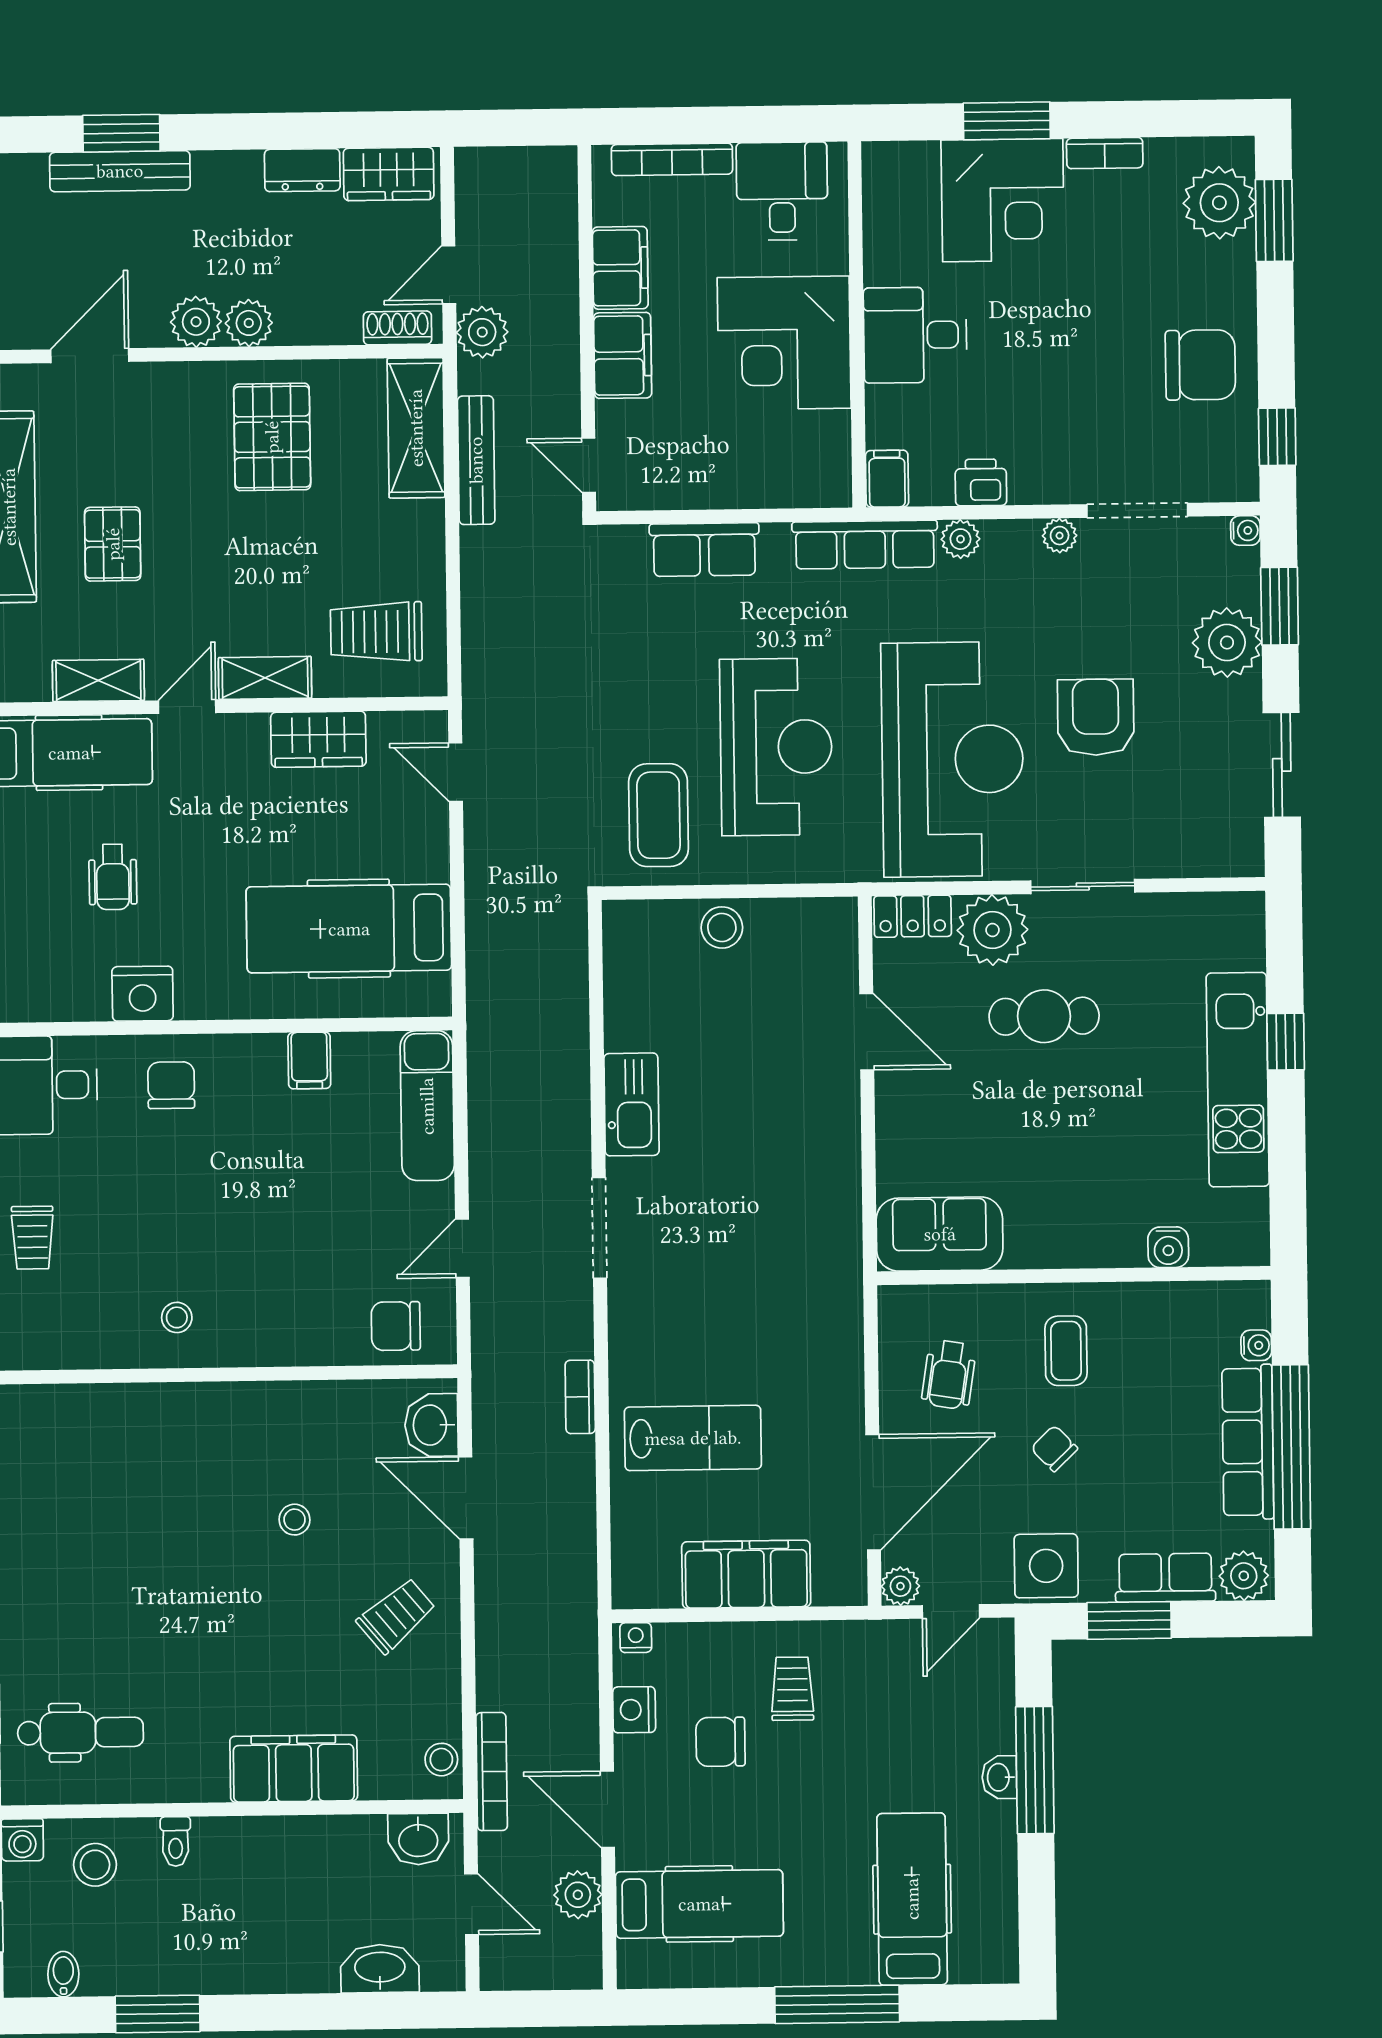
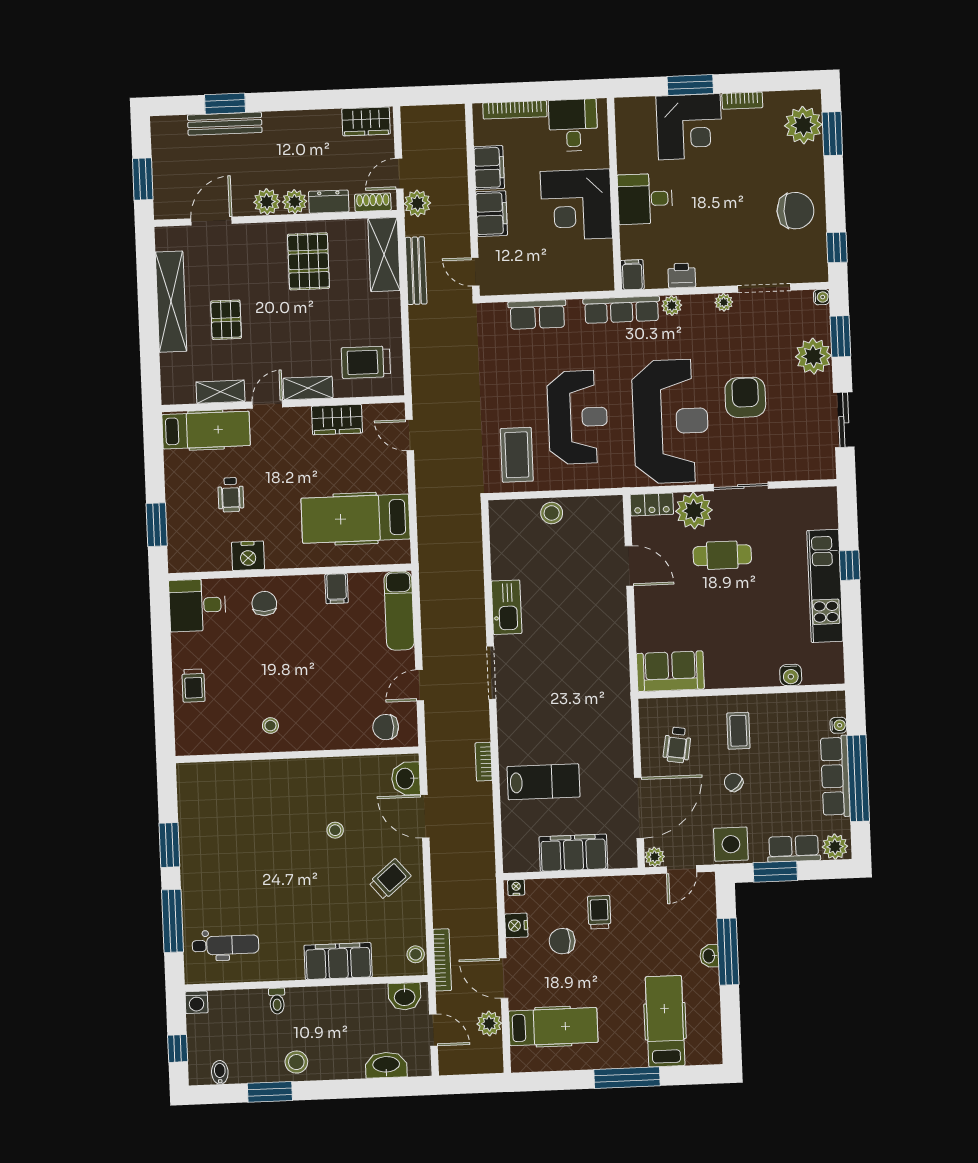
dresser: (302, 170) -> (329, 202), moved, turned 180
stool: (95, 1865) -> (296, 1062), moved

